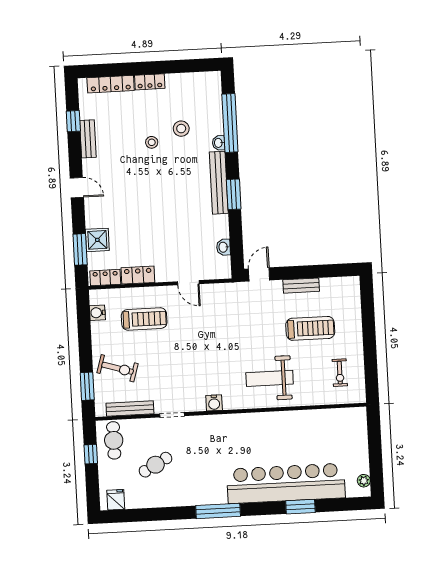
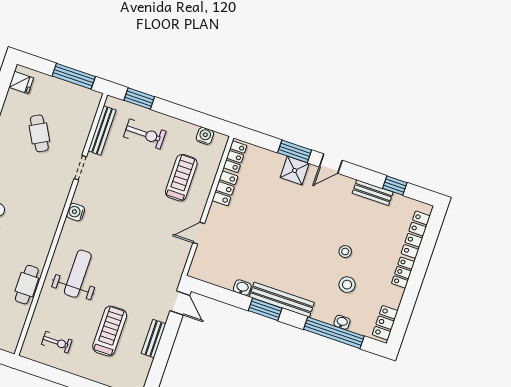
locker: (202, 80) -> (385, 323), added
washbasin: (219, 143) -> (342, 322), moved
shower: (97, 240) -> (295, 170), moved
washbasin: (223, 247) -> (242, 288), moved
window: (80, 249) -> (295, 151), moved
treadmill: (144, 319) -> (181, 178), turned 180
treadmill: (310, 328) -> (110, 331), turned 180
exercise bike: (118, 368) -> (145, 134), turned -107
exercise bike: (340, 373) -> (57, 342), turned 180
cafe table: (114, 440) -> (27, 285), moved, turned 90
window: (91, 454) -> (74, 76), width x2.17

